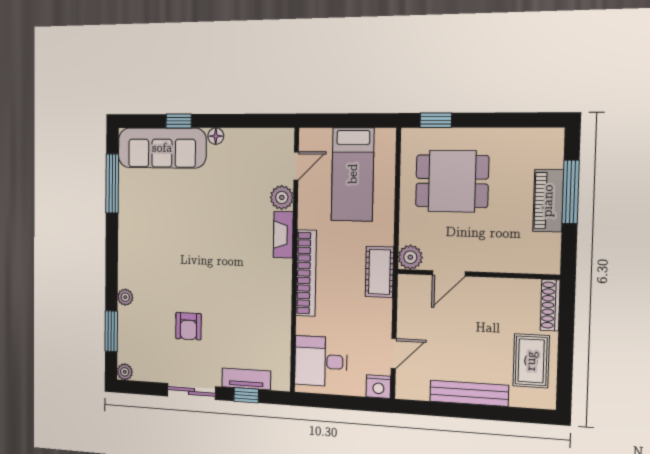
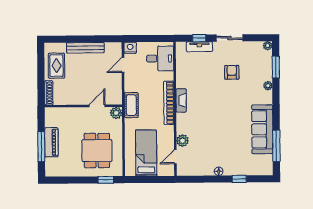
sofa: (162, 148) -> (262, 129), moved, turned -90
dining table: (452, 181) -> (97, 151), turned 90
fireplace: (283, 235) -> (181, 100), moved

